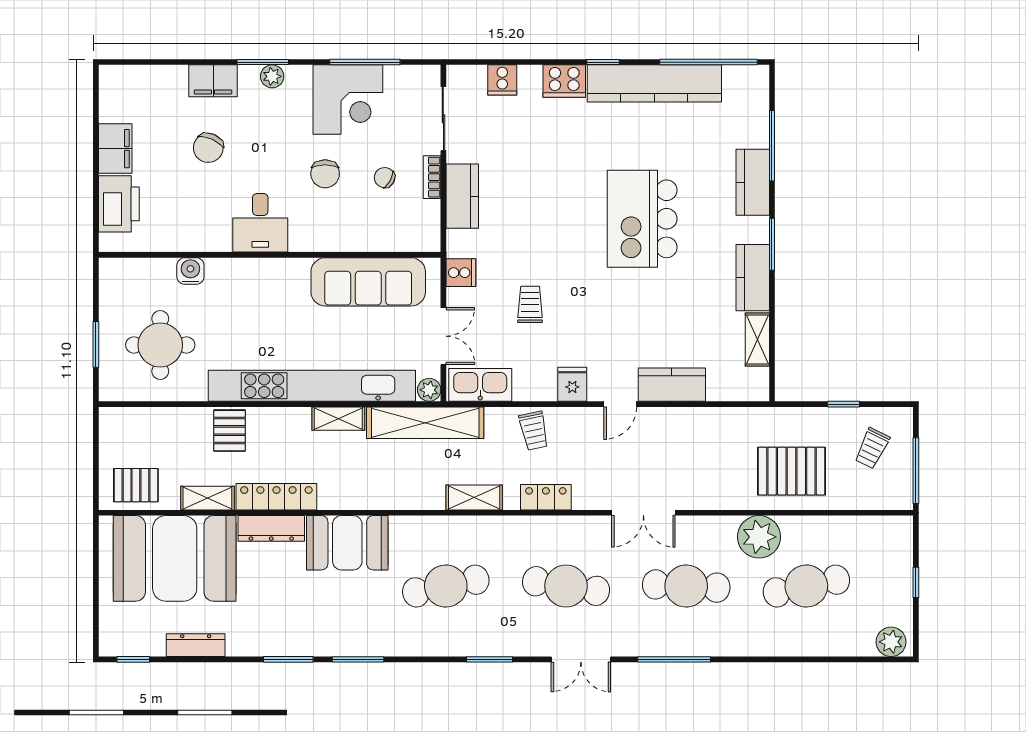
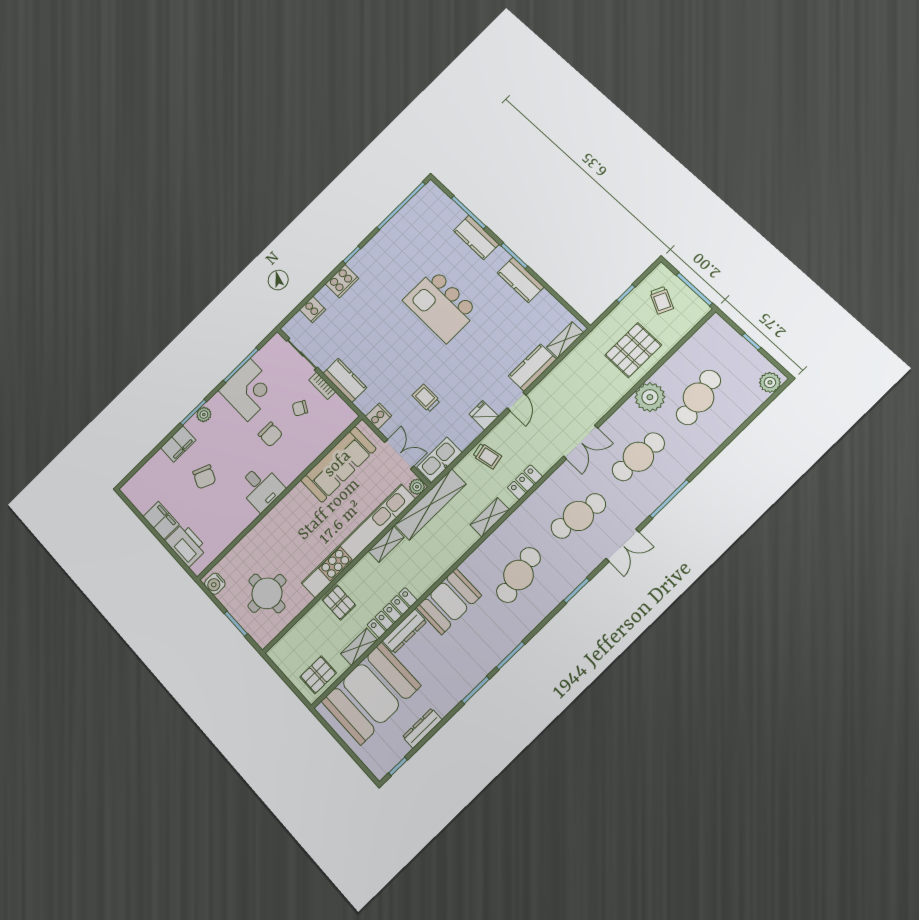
kitchen counter: (654, 83) -> (385, 240), removed
water cooler: (190, 271) -> (215, 584), moved, turned -90
shelving: (757, 340) -> (565, 340), moved, turned 90

